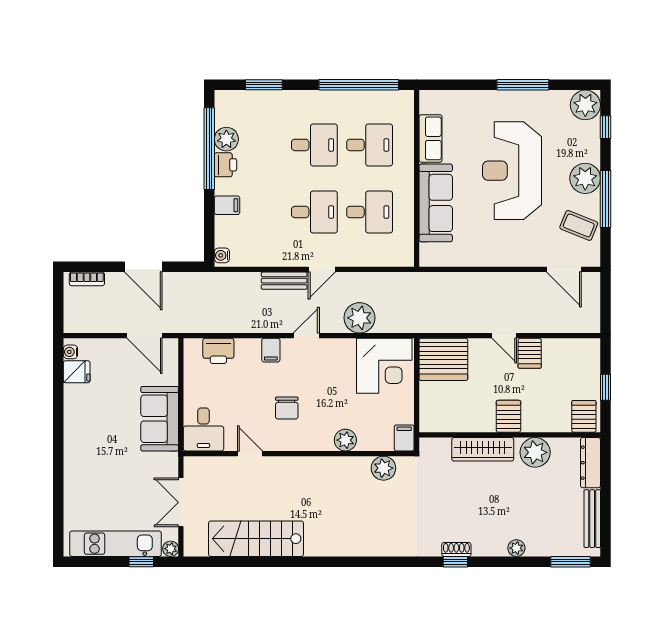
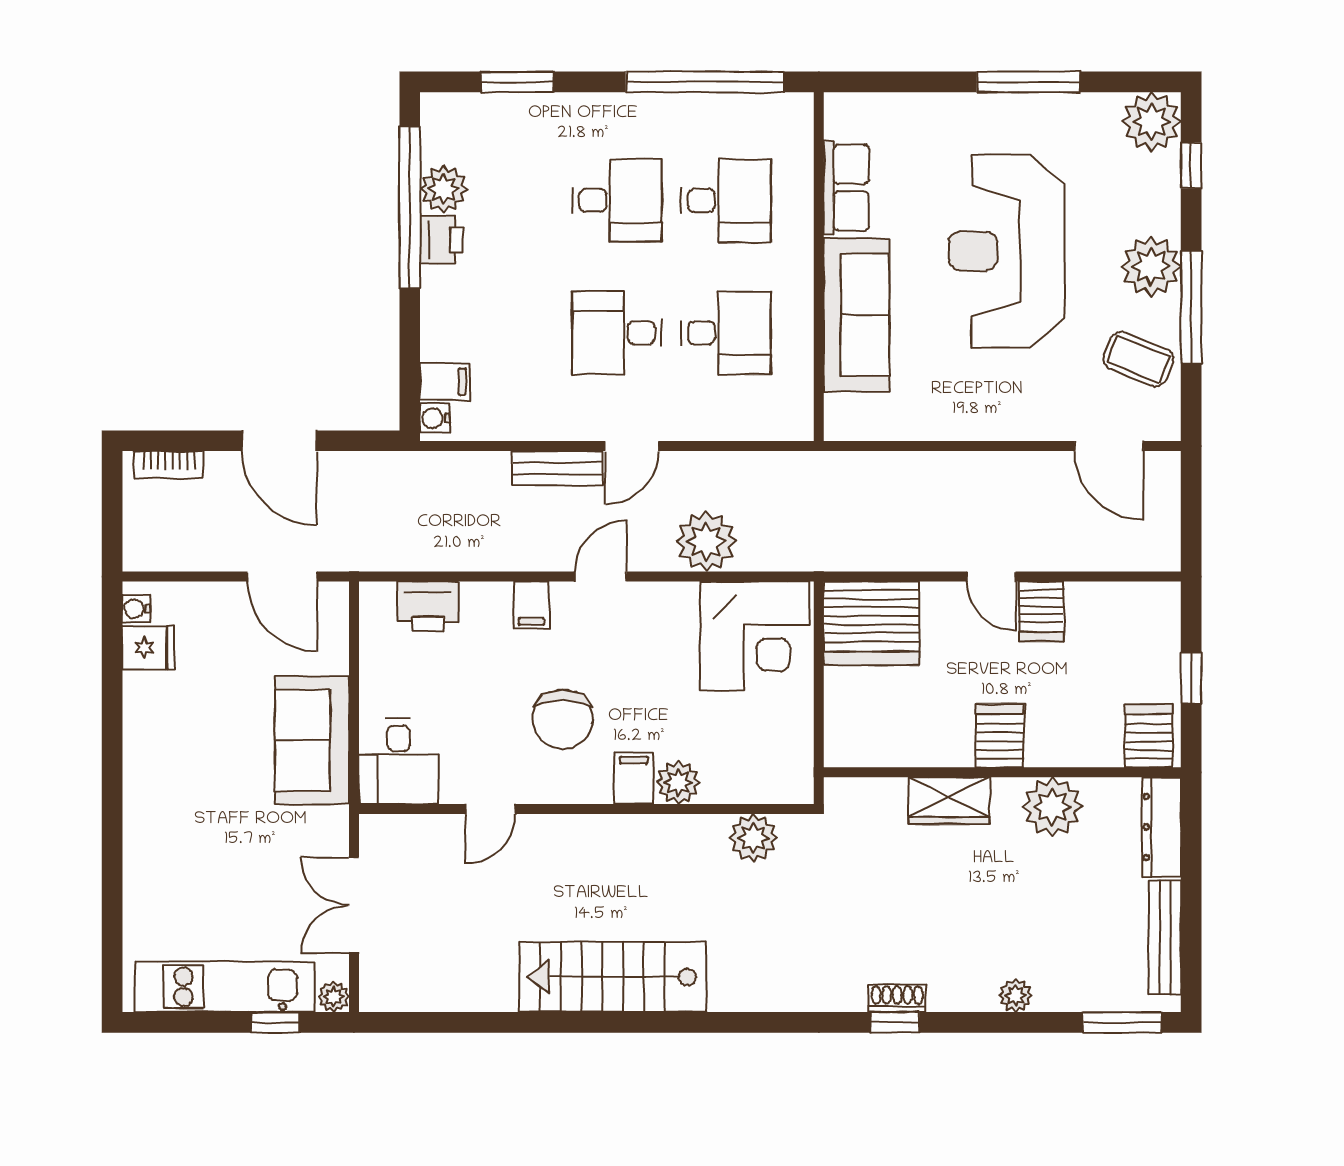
filing cabinet: (227, 205) -> (445, 382), moved
desk: (314, 212) -> (617, 333), turned 180
chair: (287, 408) -> (563, 719), width x1.37, depth x1.37
filing cabinet: (404, 438) -> (634, 778), moved
wardrobe: (483, 449) -> (949, 801), width x0.67
door: (250, 454) -> (490, 809), swing flipped
stairs: (256, 539) -> (613, 977), moved

